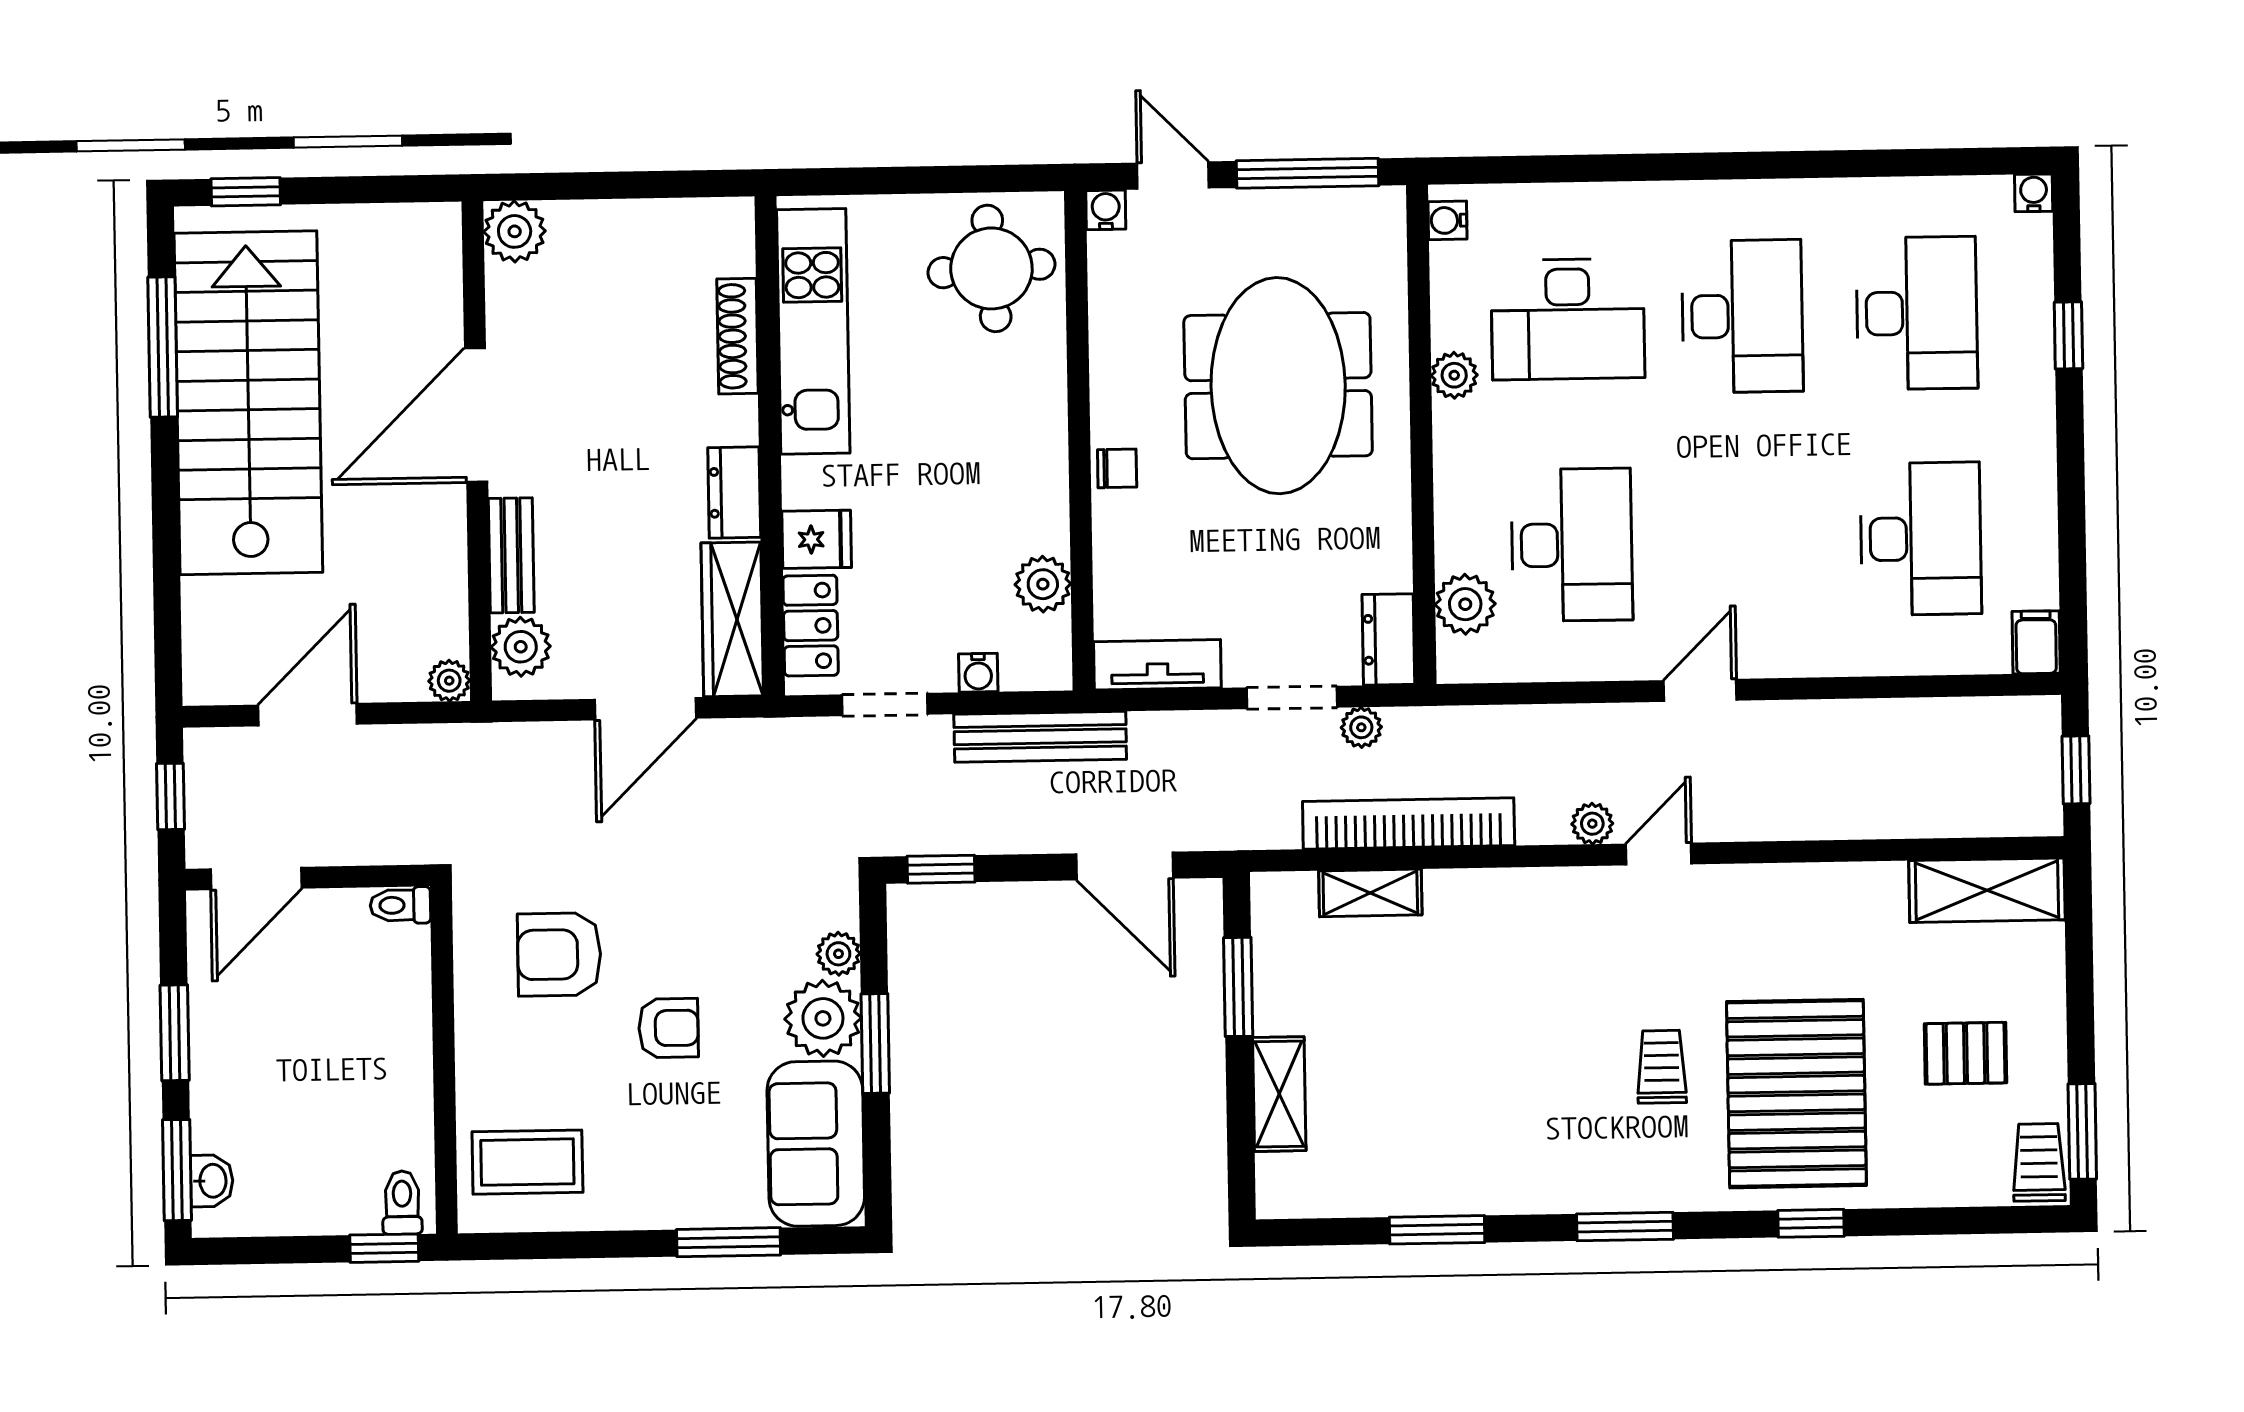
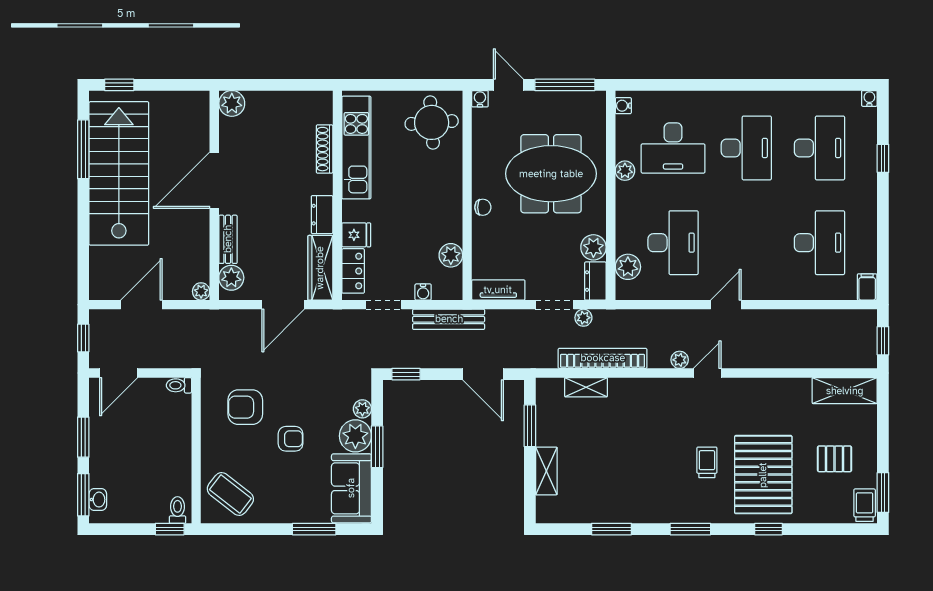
meeting table: (1278, 386) -> (551, 174), turned 90
plant: (1382, 559) -> (593, 247), added
coffee table: (527, 1162) -> (230, 494), turned 38

